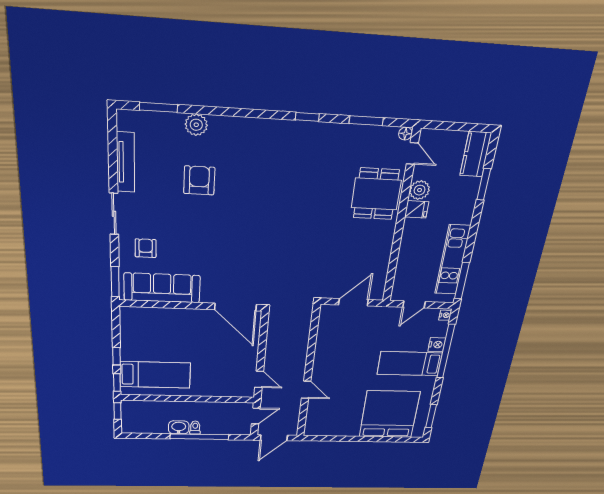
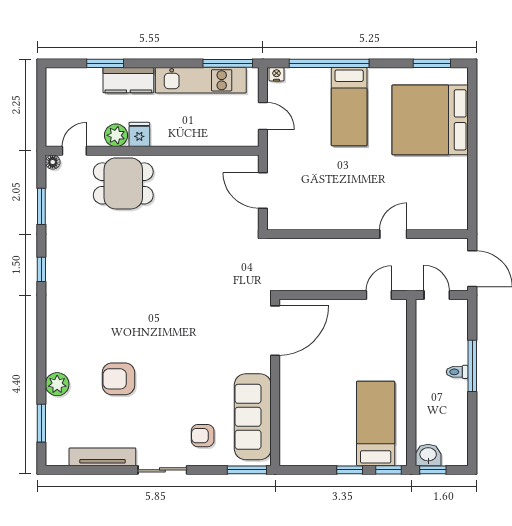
kitchen counter: (476, 154) -> (128, 80), moved
nightstand: (437, 345) -> (319, 77), removed
washbasin: (179, 427) -> (428, 455), moved, turned 90
window: (199, 437) -> (472, 366), width x0.68

